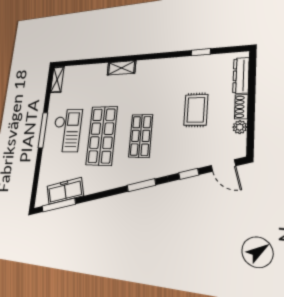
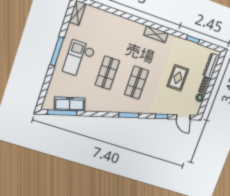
shelving: (121, 68) -> (156, 34), moved
checkout: (67, 130) -> (79, 59), turned 180
shop shelf: (102, 136) -> (107, 73), width x0.70, depth x0.74

